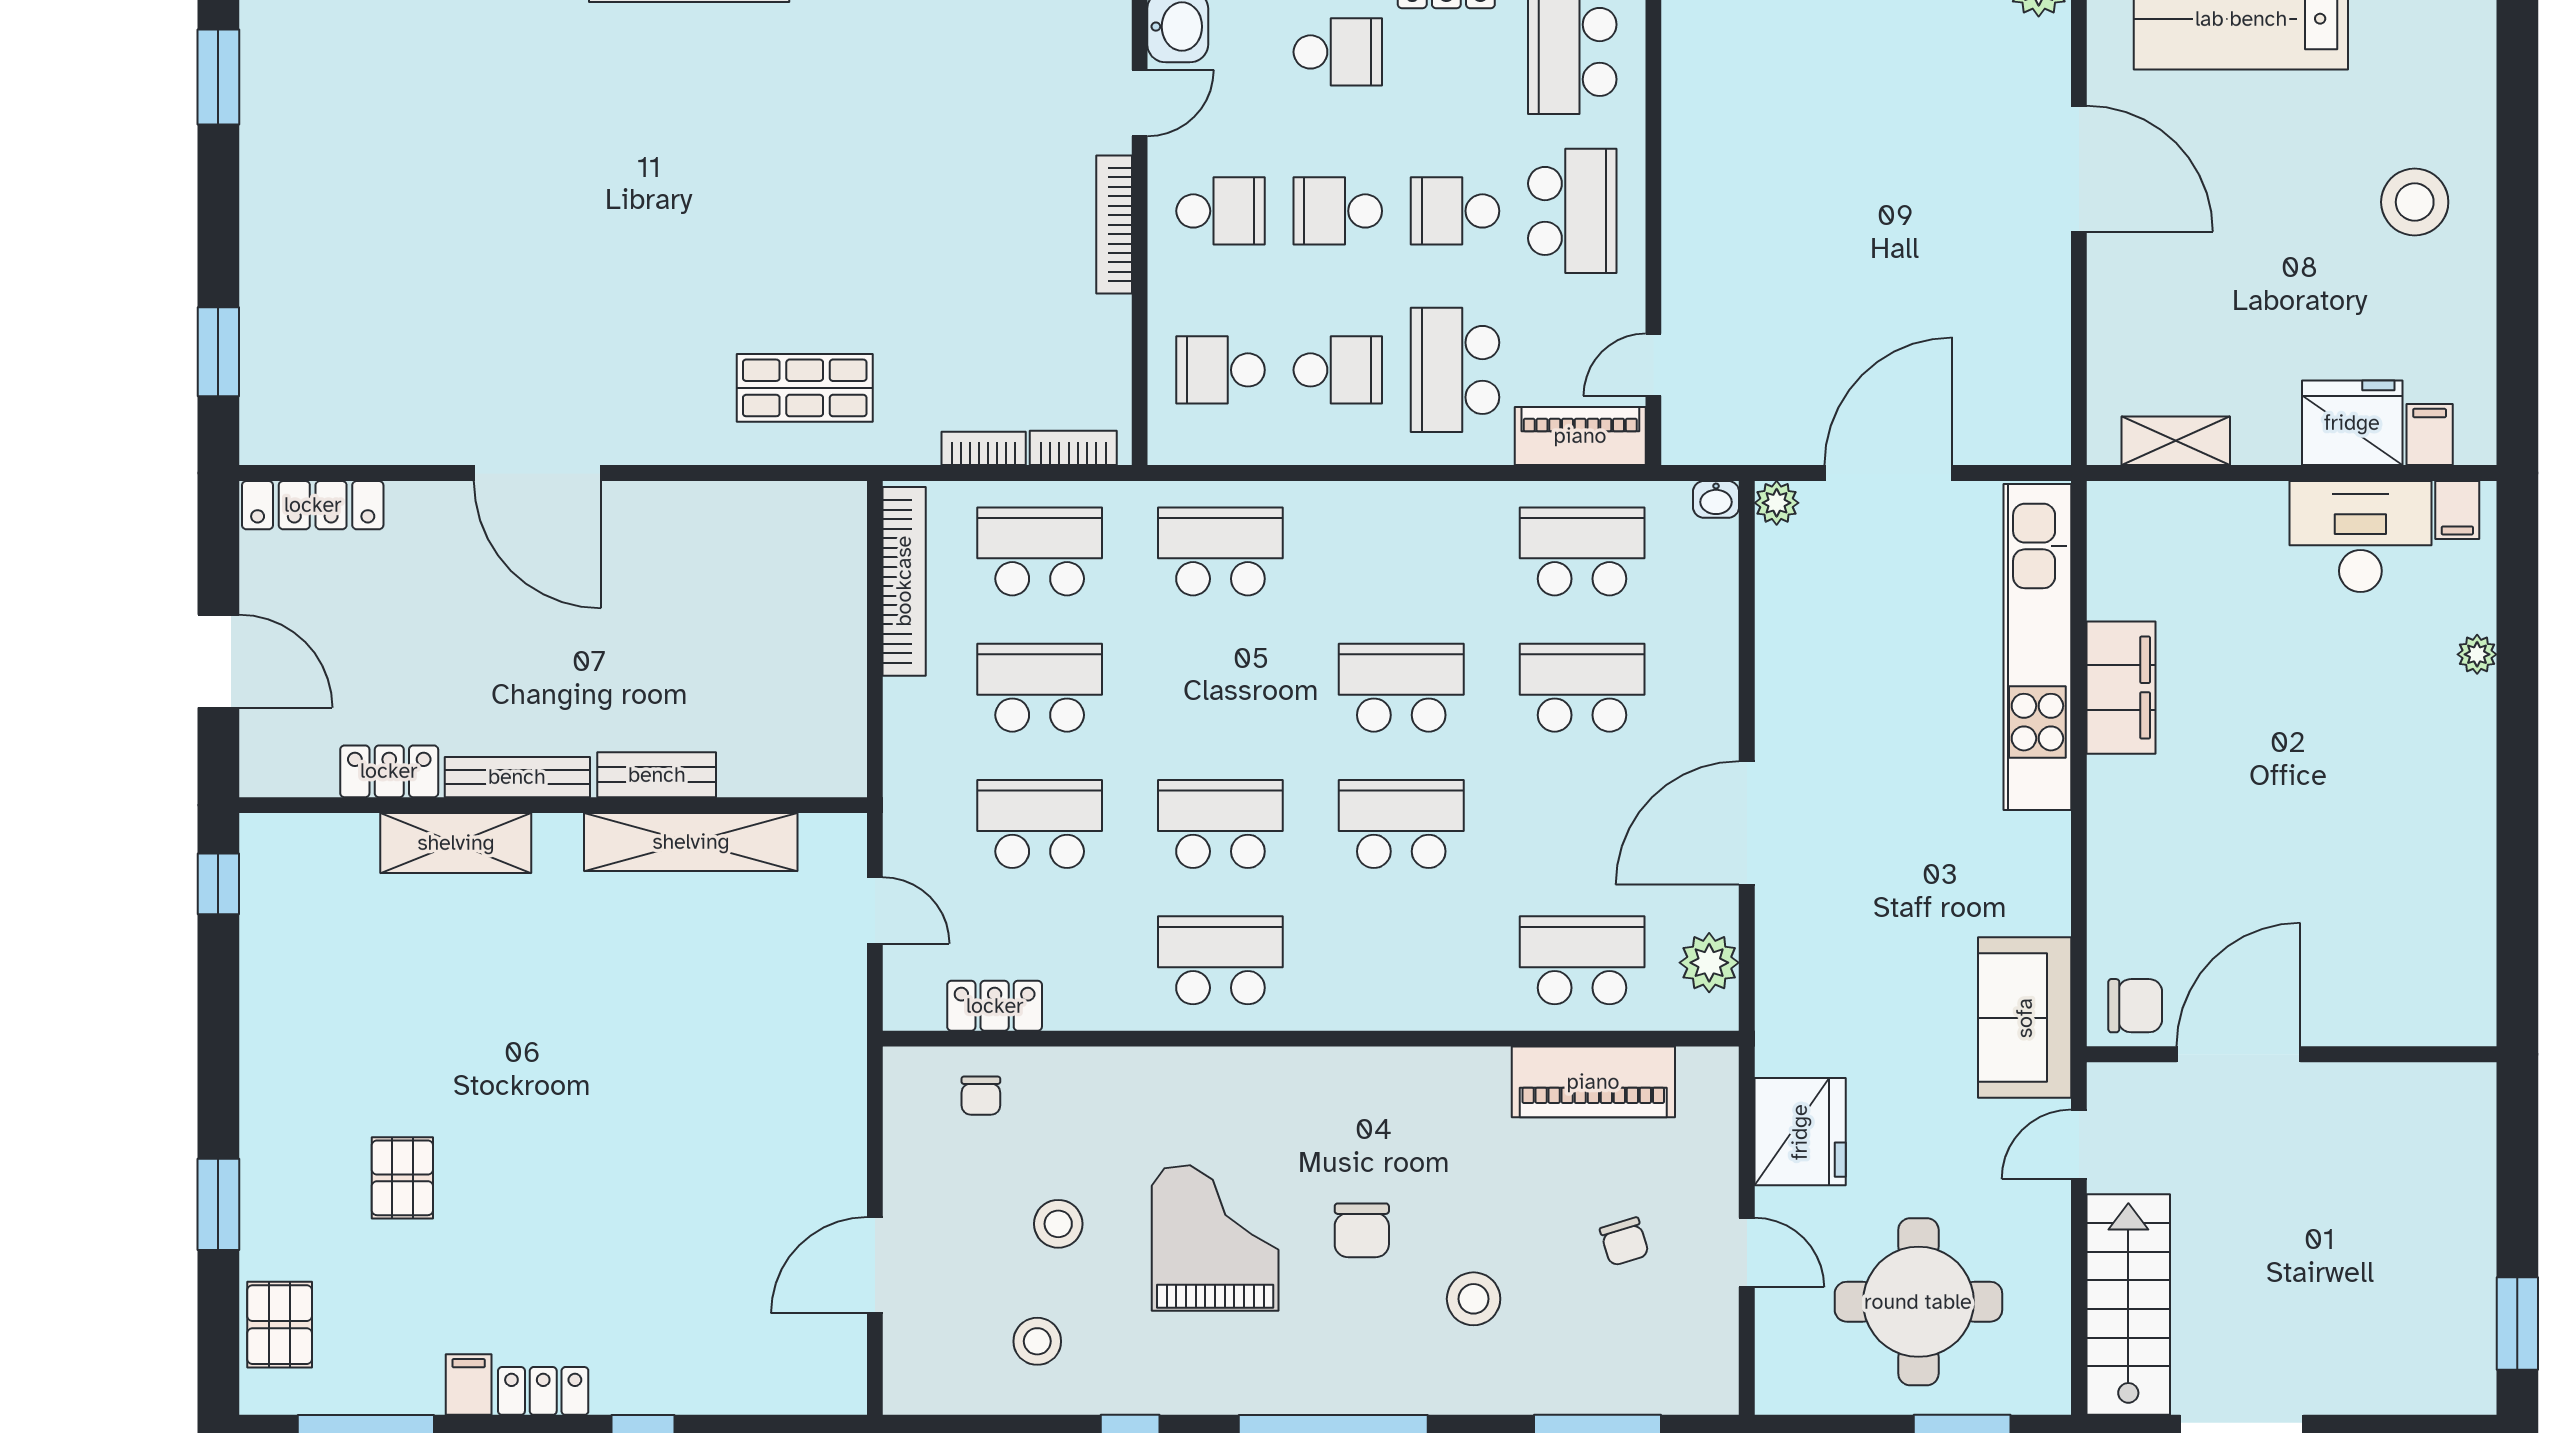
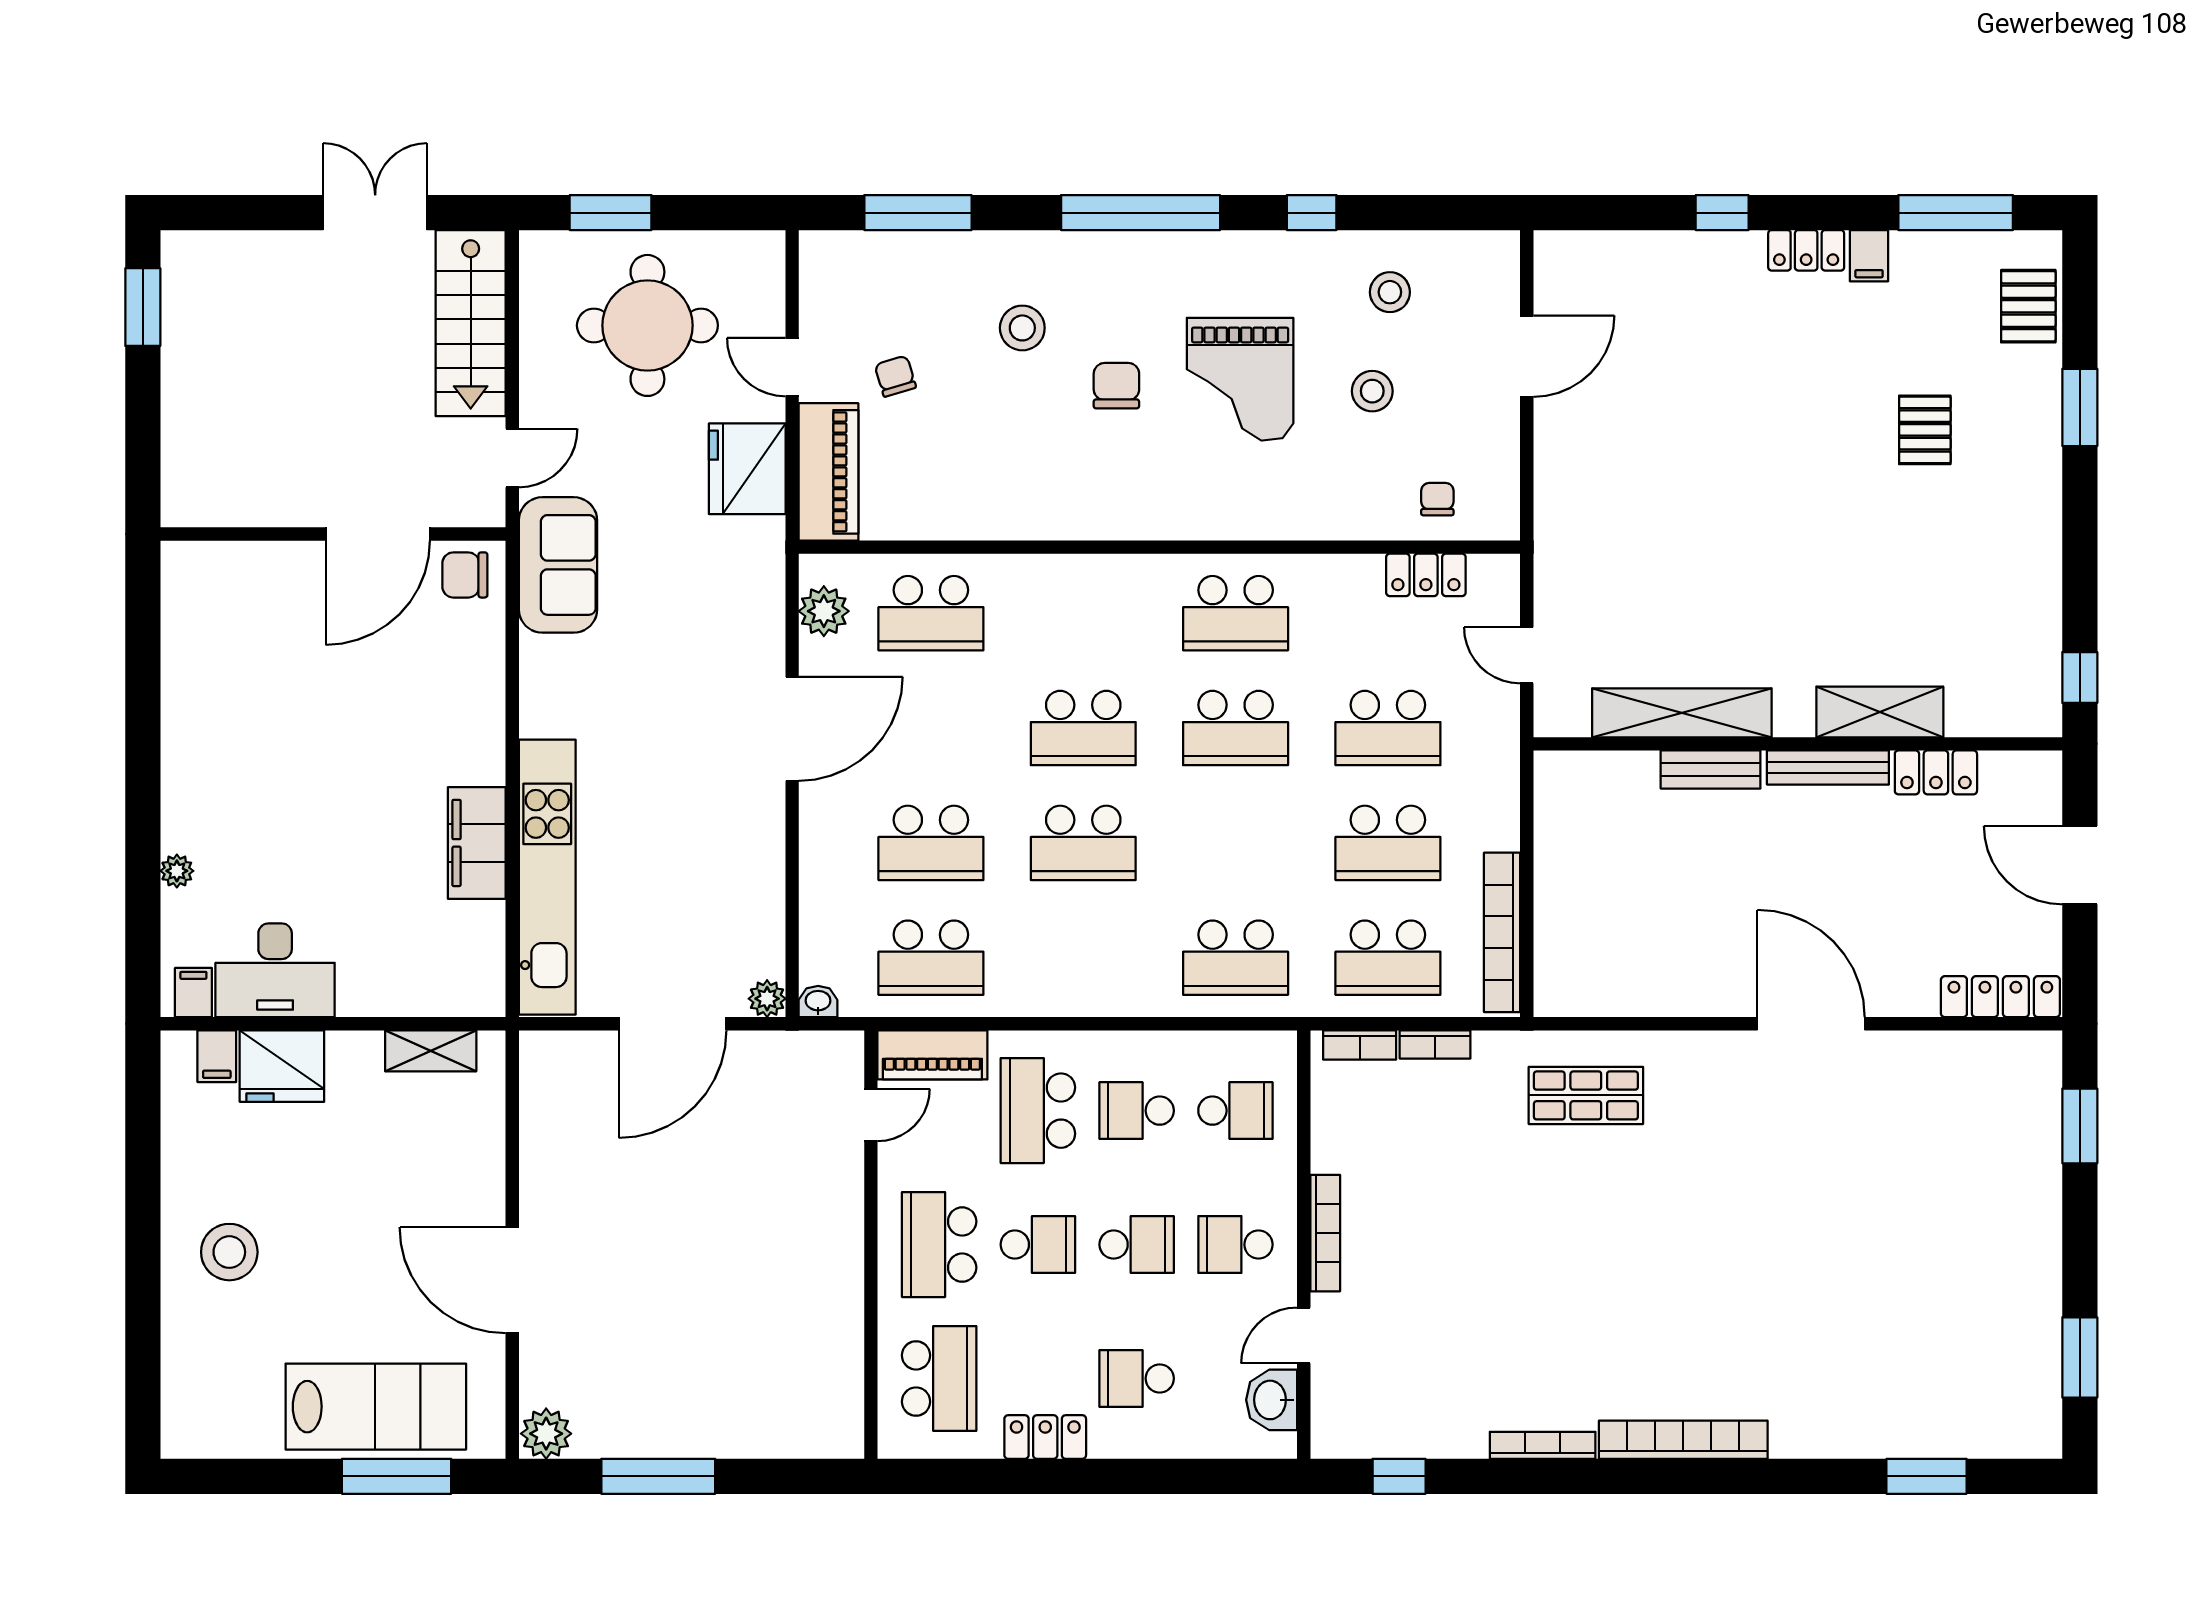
school desk: (1455, 370) -> (1038, 1111), turned 180
piano: (1593, 1082) -> (829, 472), moved, turned 90

